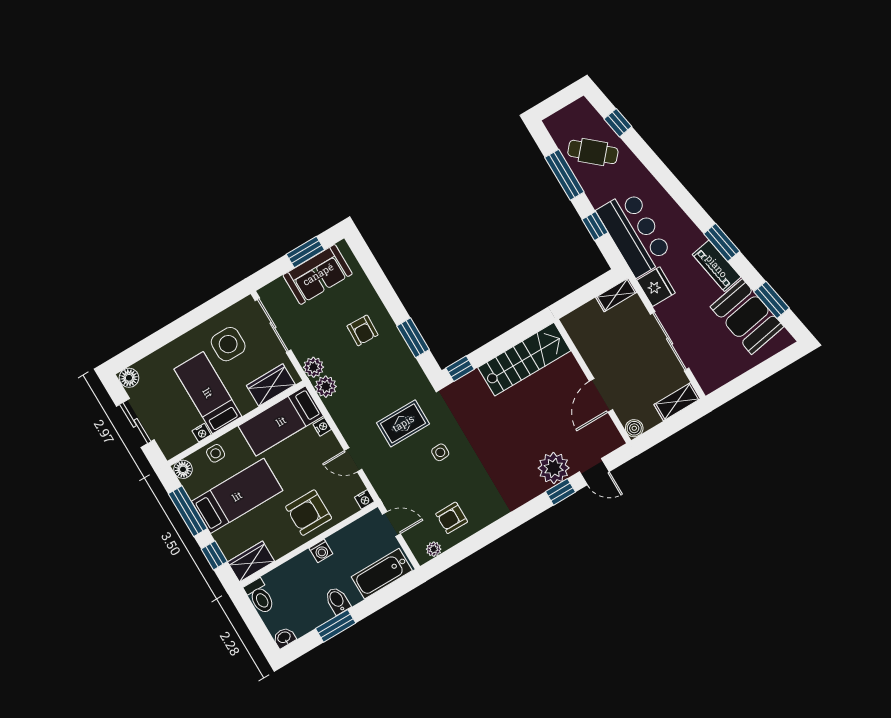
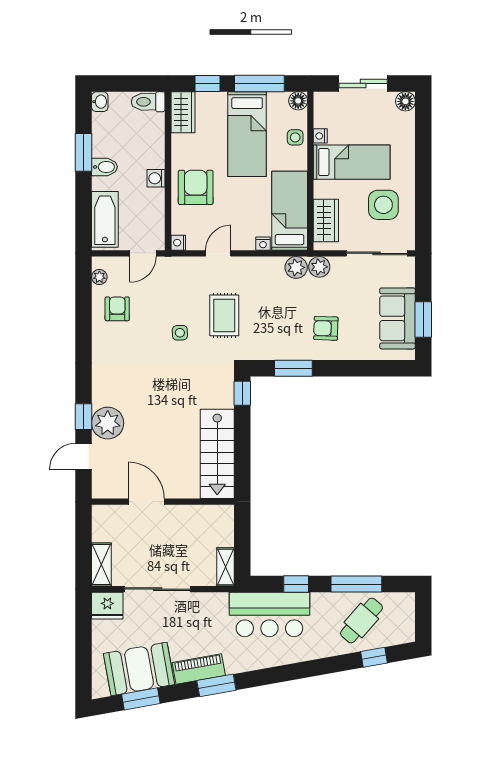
fridge: (656, 287) -> (107, 606), moved
boiler: (634, 428) -> (101, 513), removed

